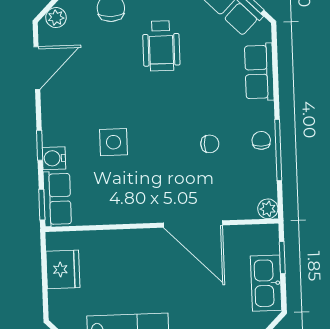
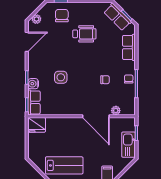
wheelchair: (161, 46) -> (84, 34), turned -90
plant: (268, 209) -> (116, 111), moved
fridge: (63, 269) -> (37, 125), moved, turned 90

